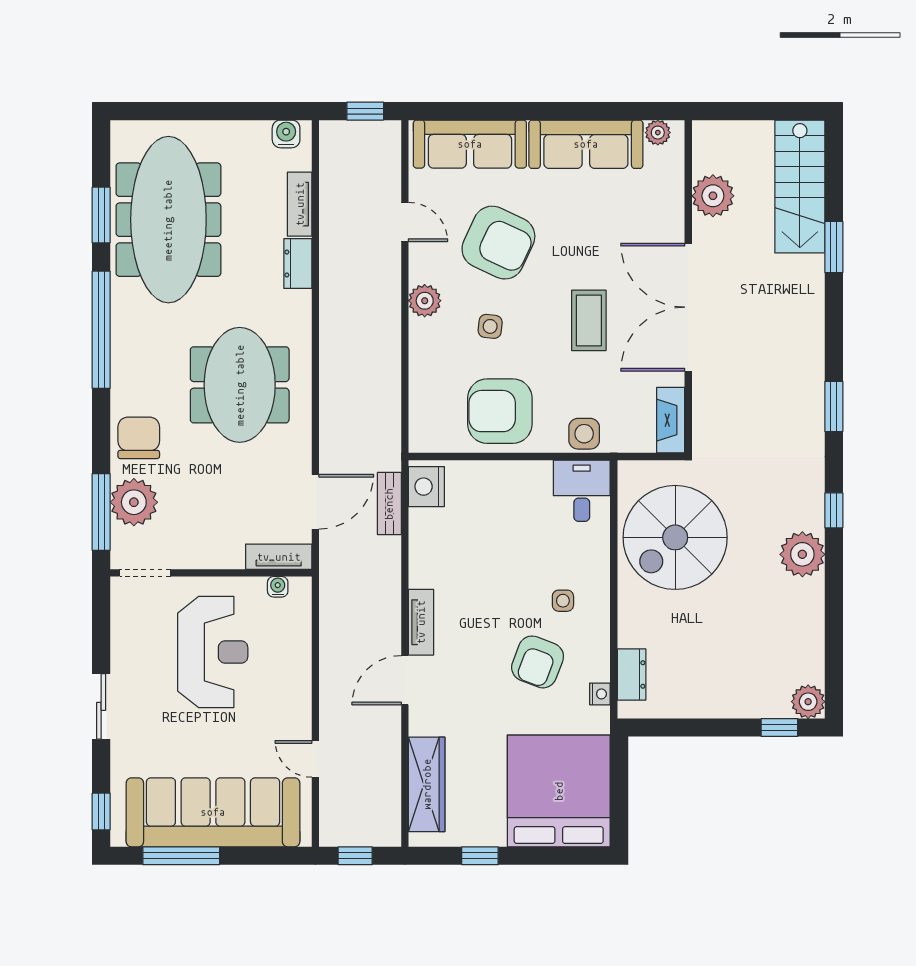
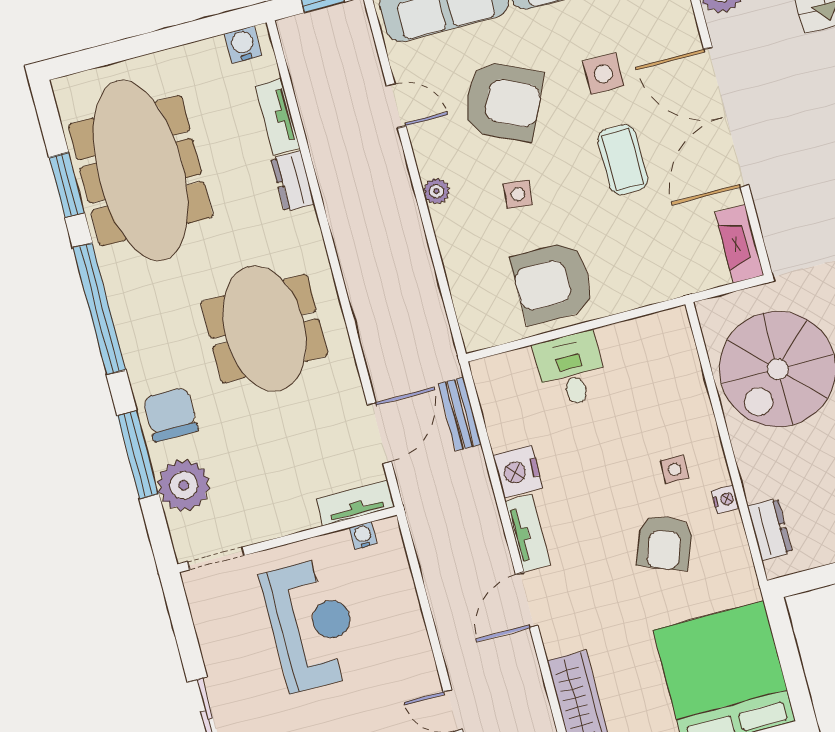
plant: (425, 301) -> (437, 191), width x0.73, depth x0.73
side table: (584, 434) -> (603, 74), moved
nightstand: (426, 487) -> (518, 472), moved
desk: (582, 491) -> (571, 370), moved
window: (101, 512) -> (138, 455), moved
nightstand: (600, 694) -> (725, 499), moved

